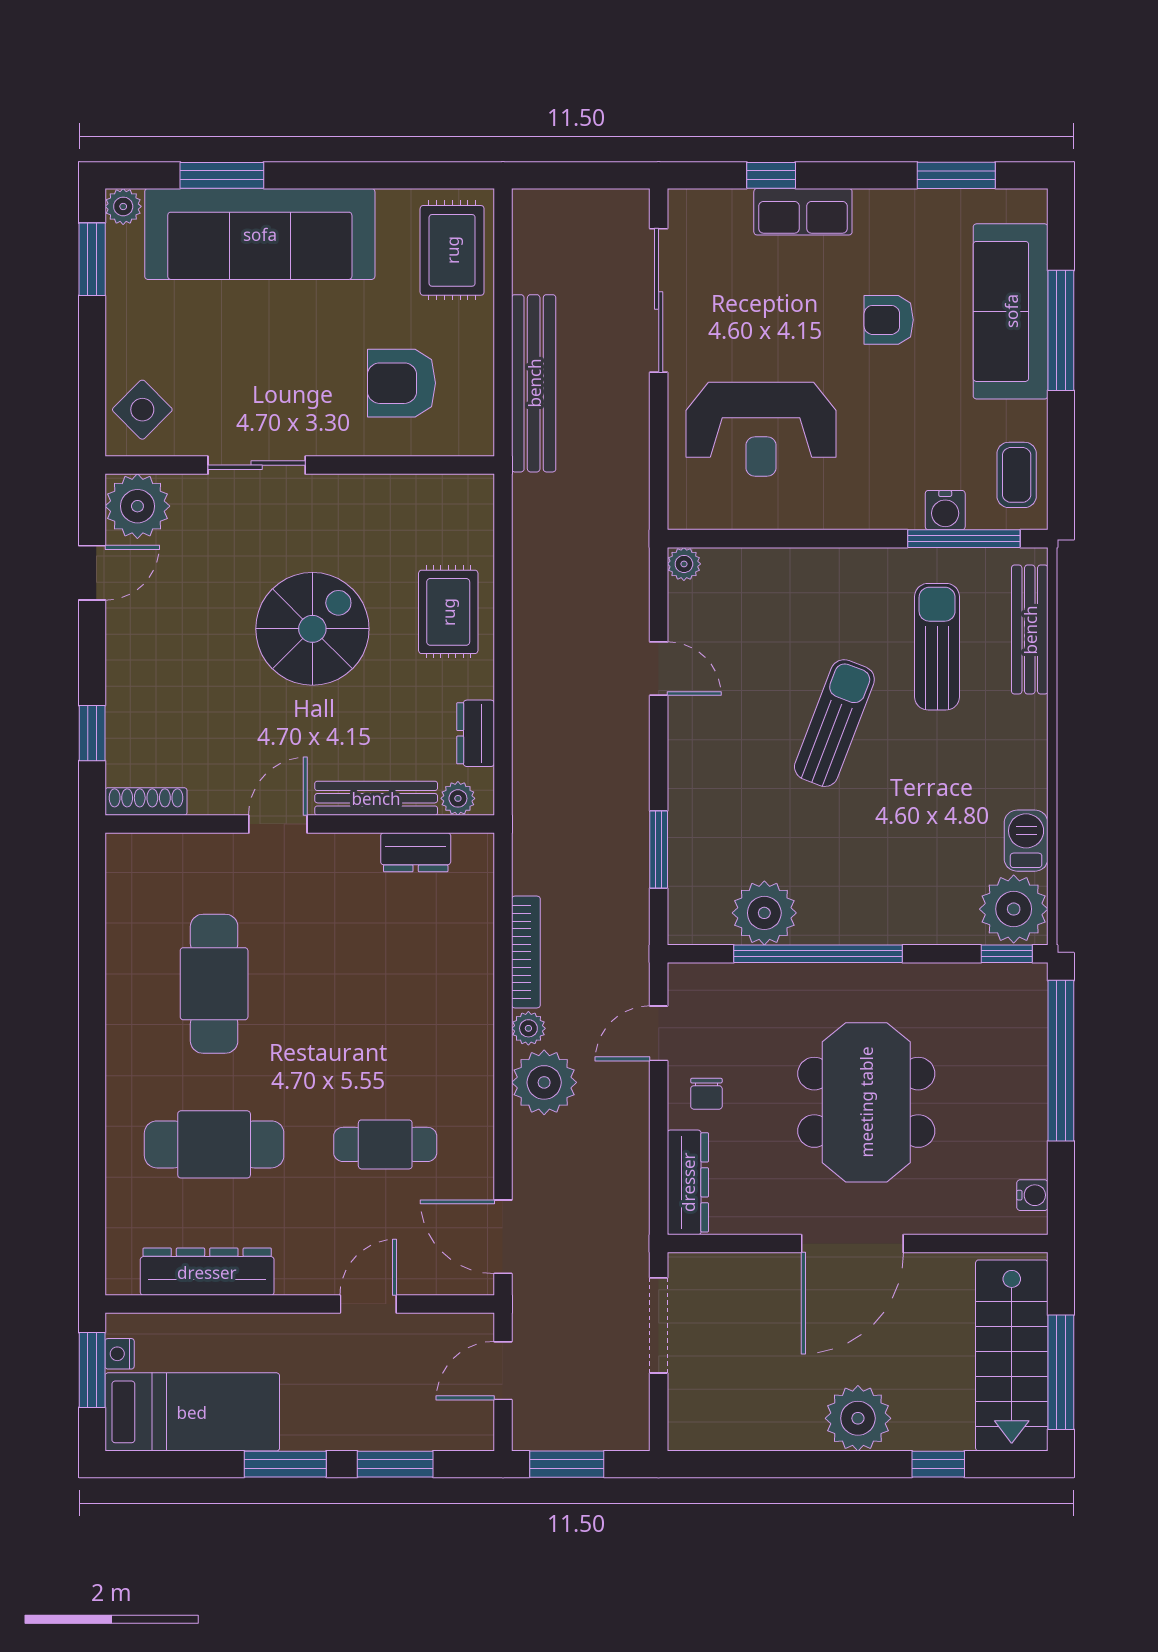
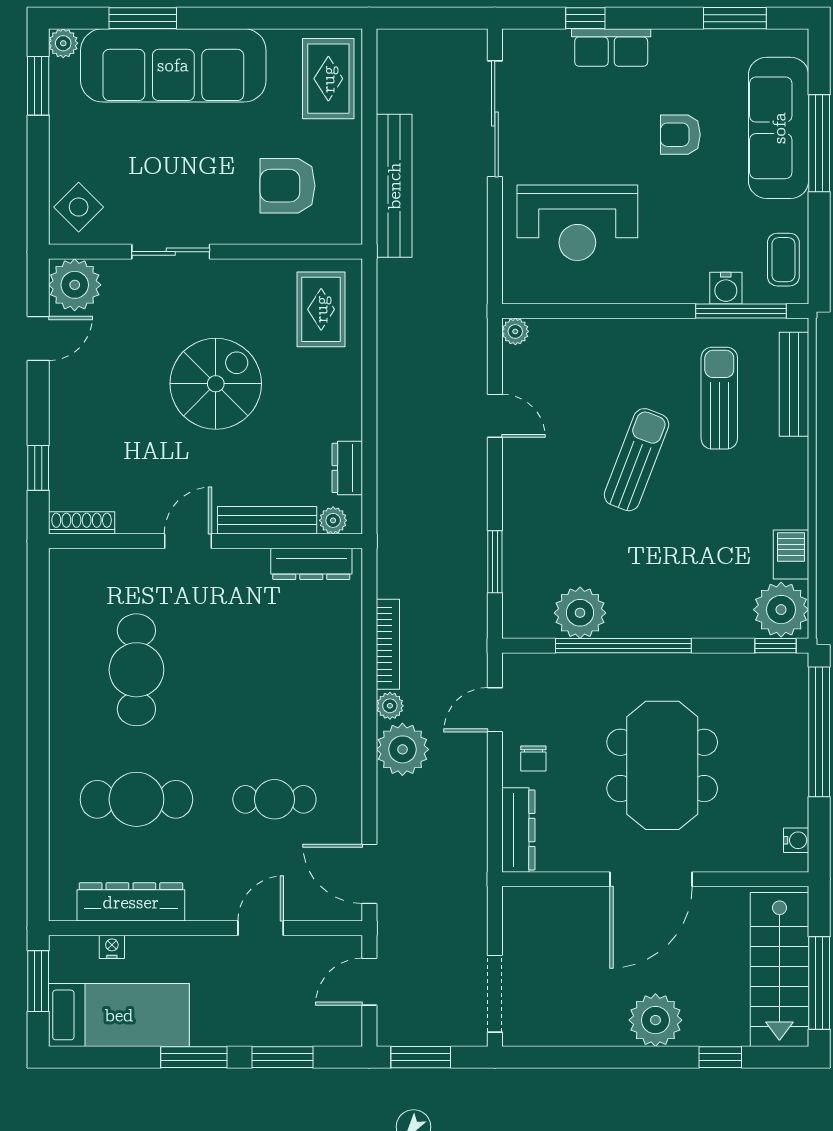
rug: (448, 612) -> (321, 309), moved
dresser: (416, 852) -> (311, 564), width x1.44
doorway: (659, 1325) -> (495, 994), moved
nightstand: (120, 1354) -> (112, 947), moved, turned 90

